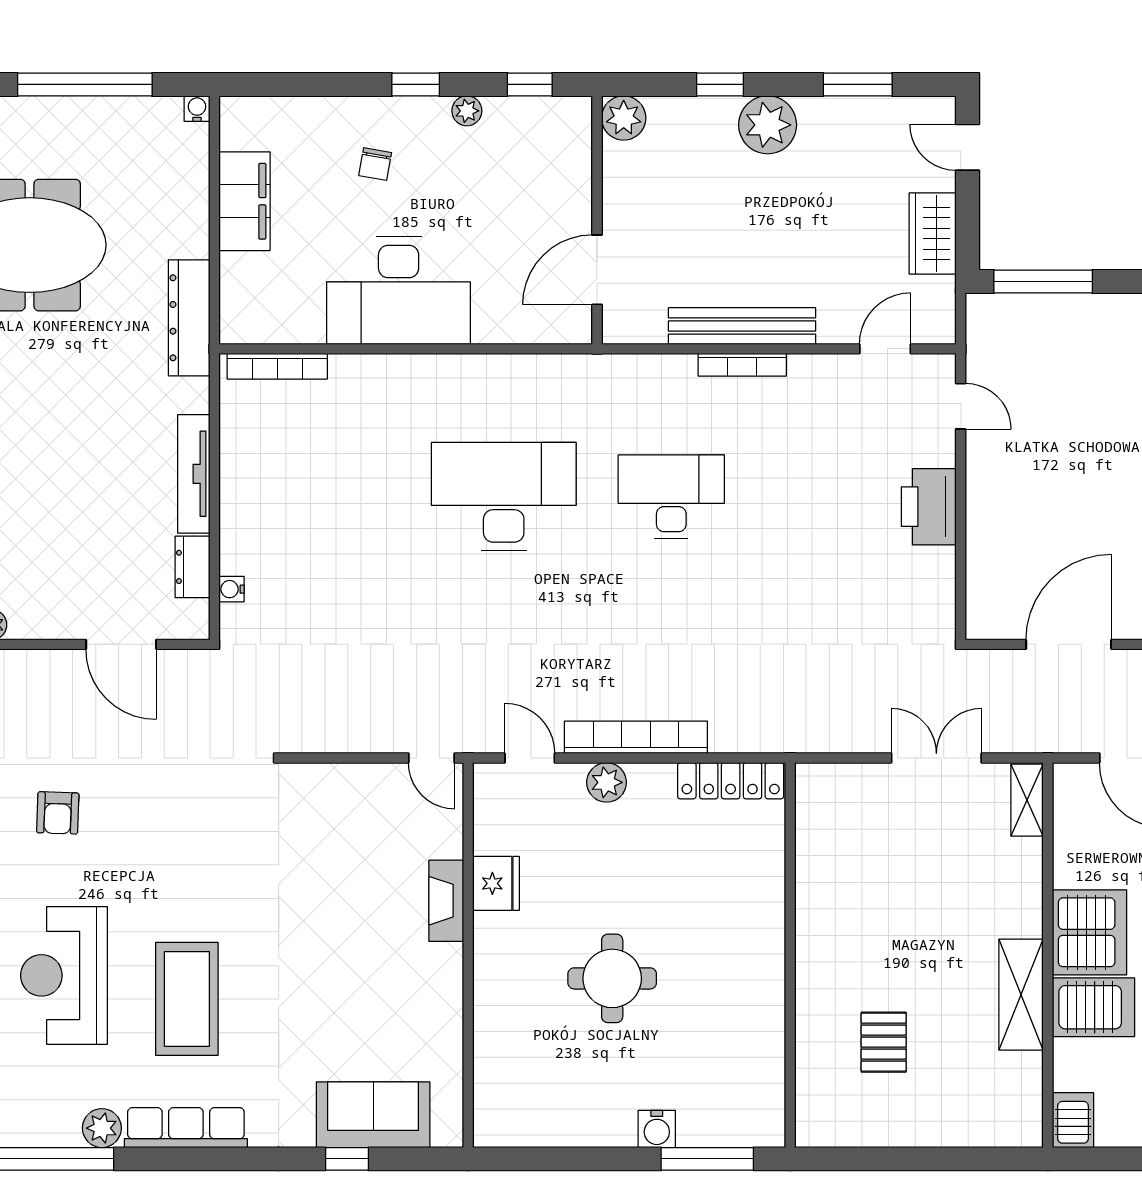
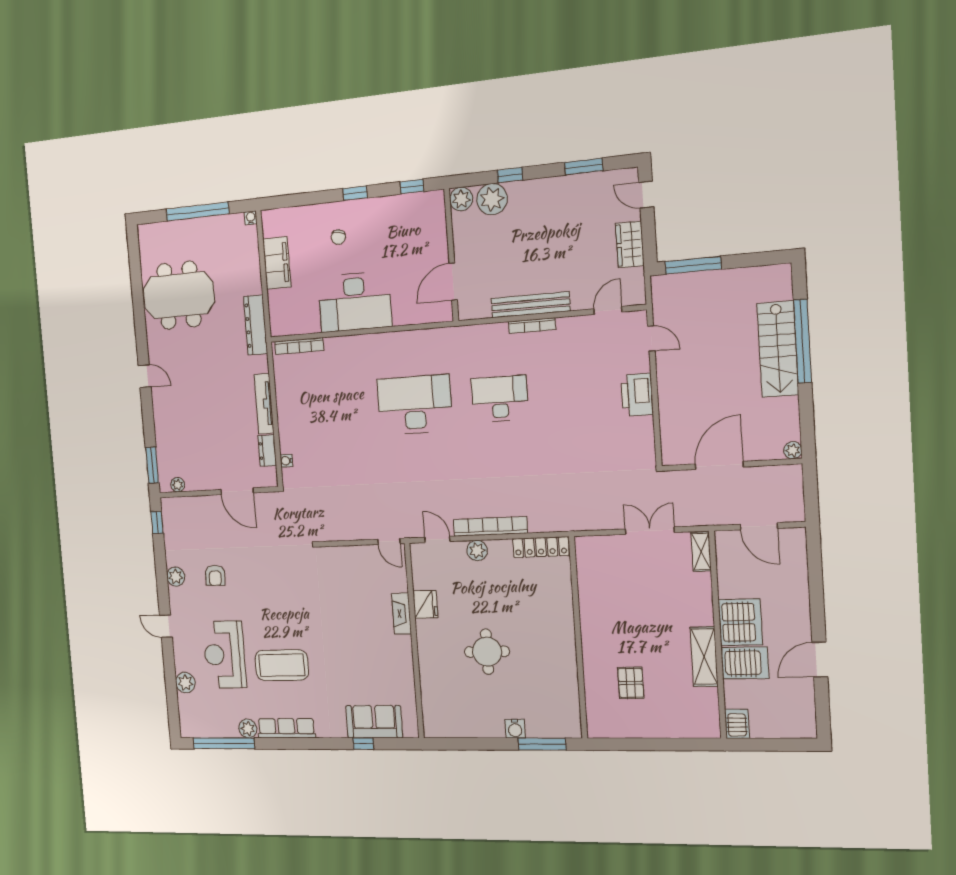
plant: (467, 111) -> (381, 204), removed
plant: (768, 125) -> (492, 199), moved
coffee table: (187, 999) -> (282, 665), turned 90

